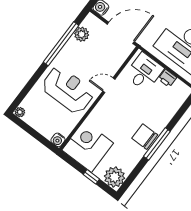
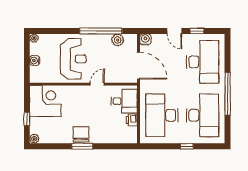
door: (109, 85) -> (97, 84), hinge flipped
water cooler: (58, 140) -> (35, 61), moved
window: (157, 144) -> (82, 146), width x0.69
plant: (115, 177) -> (34, 139), width x0.53, depth x0.53

